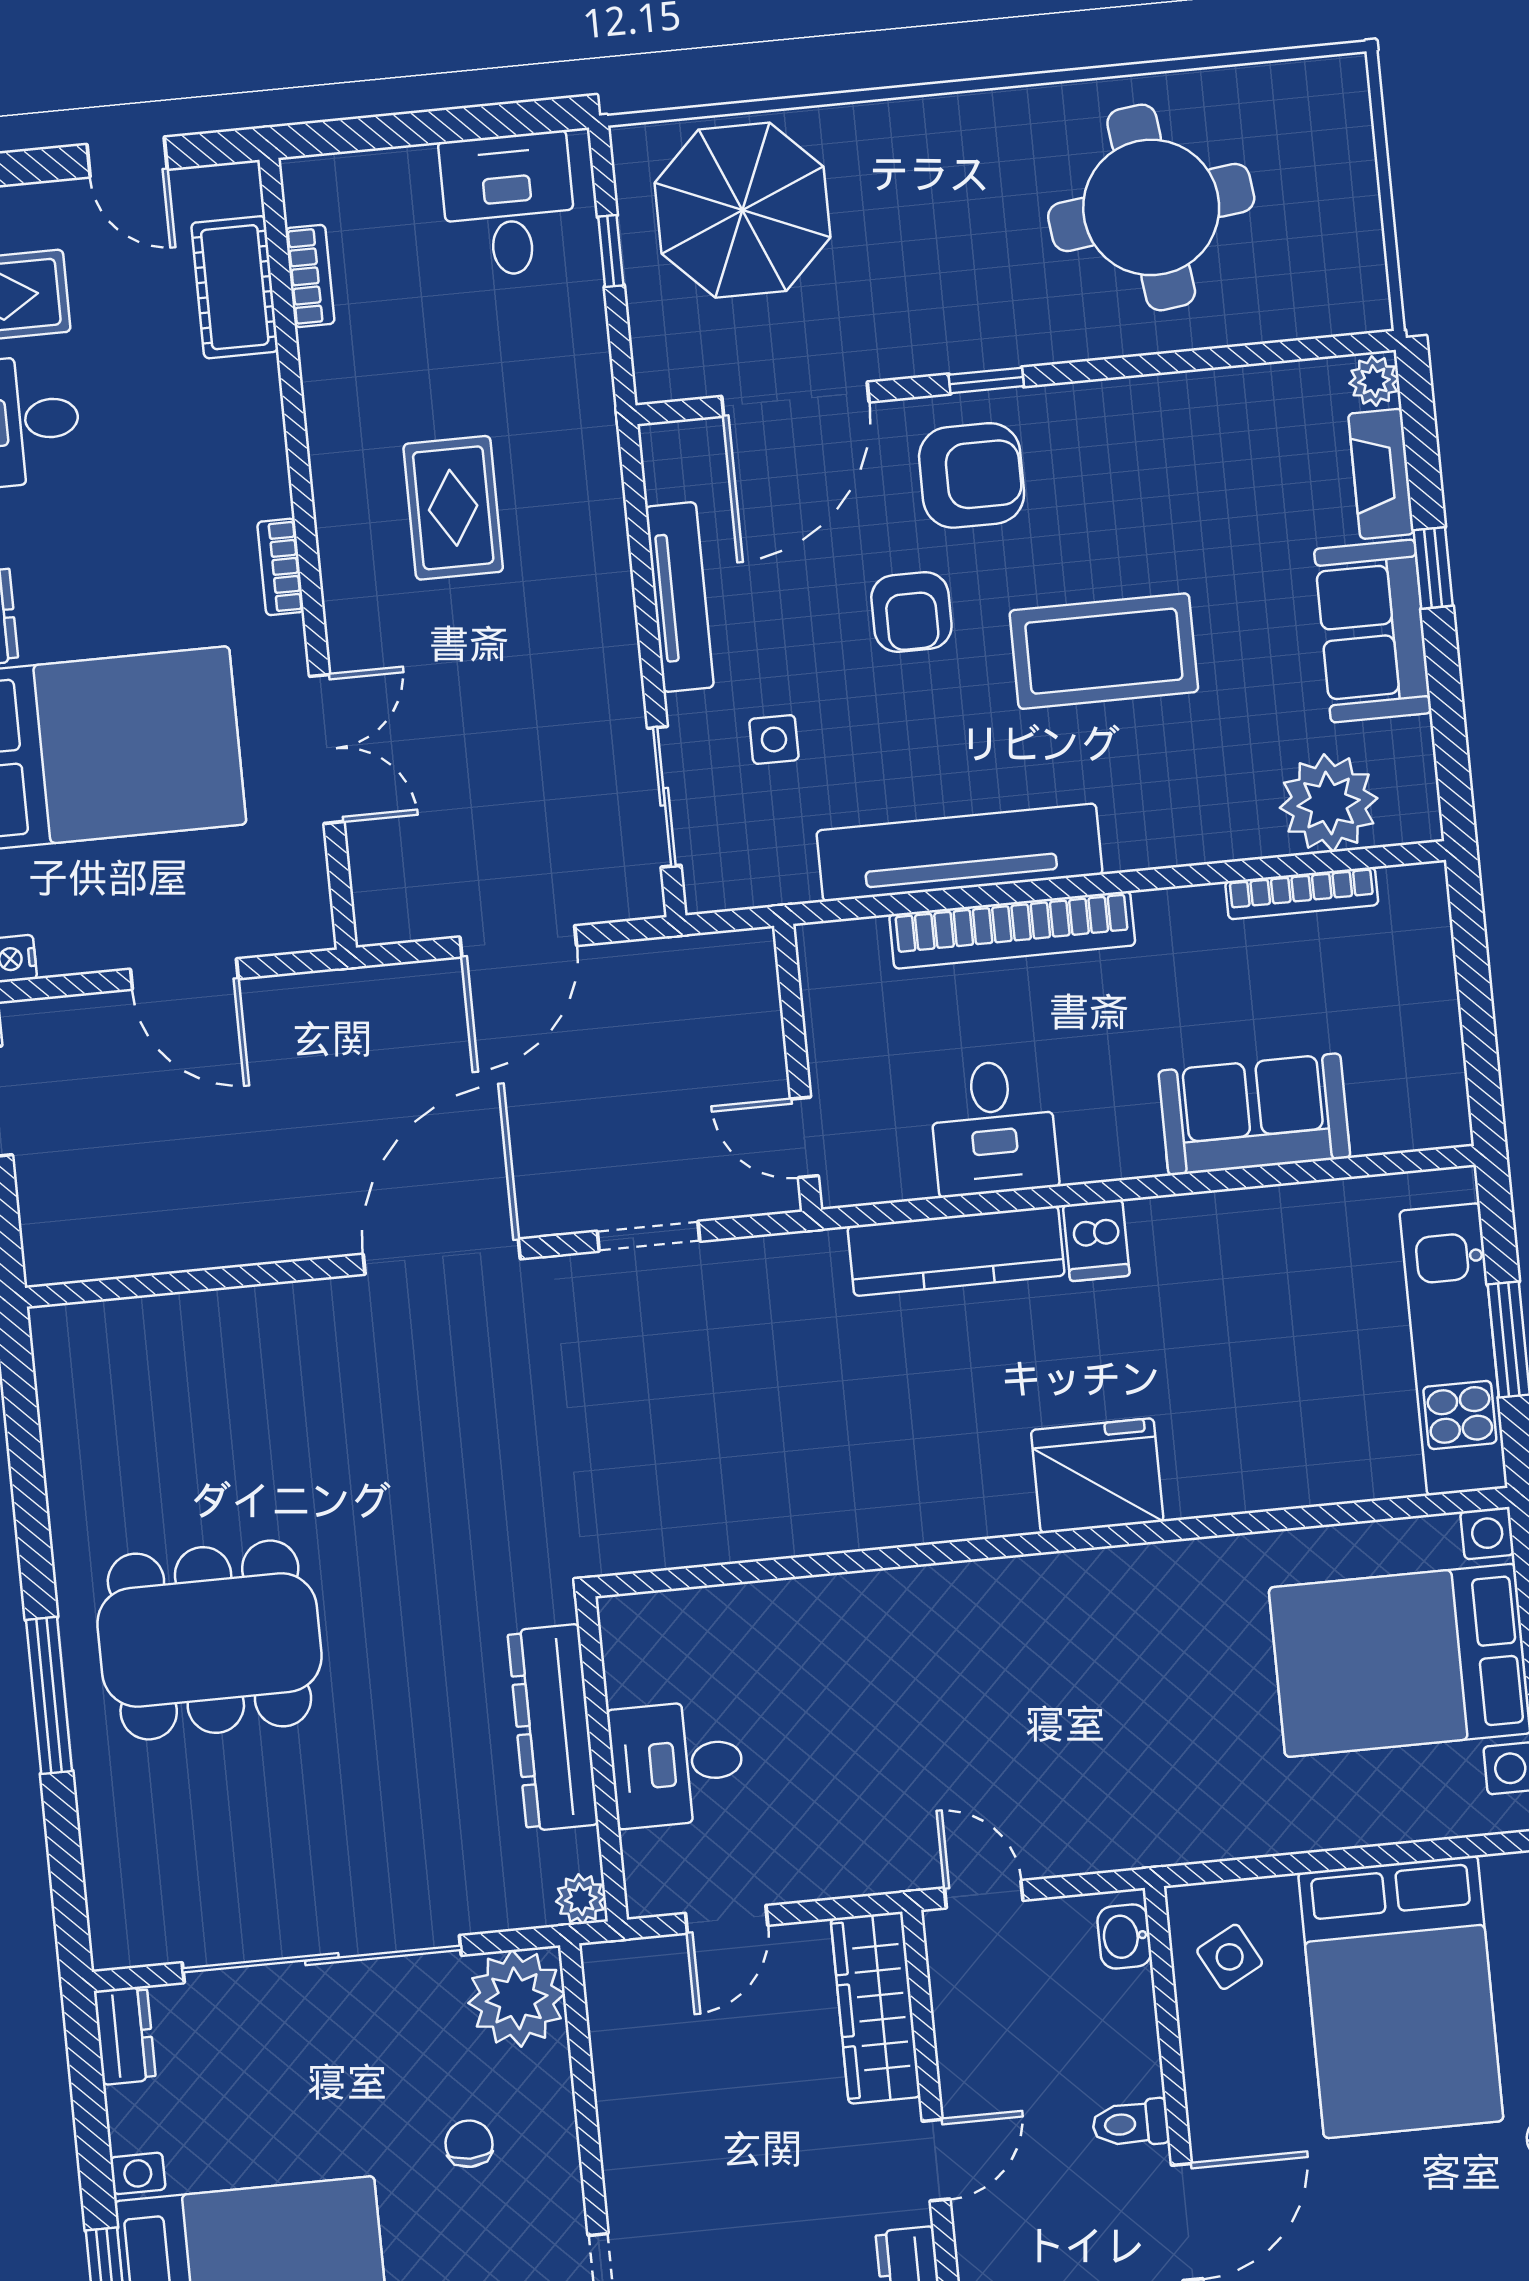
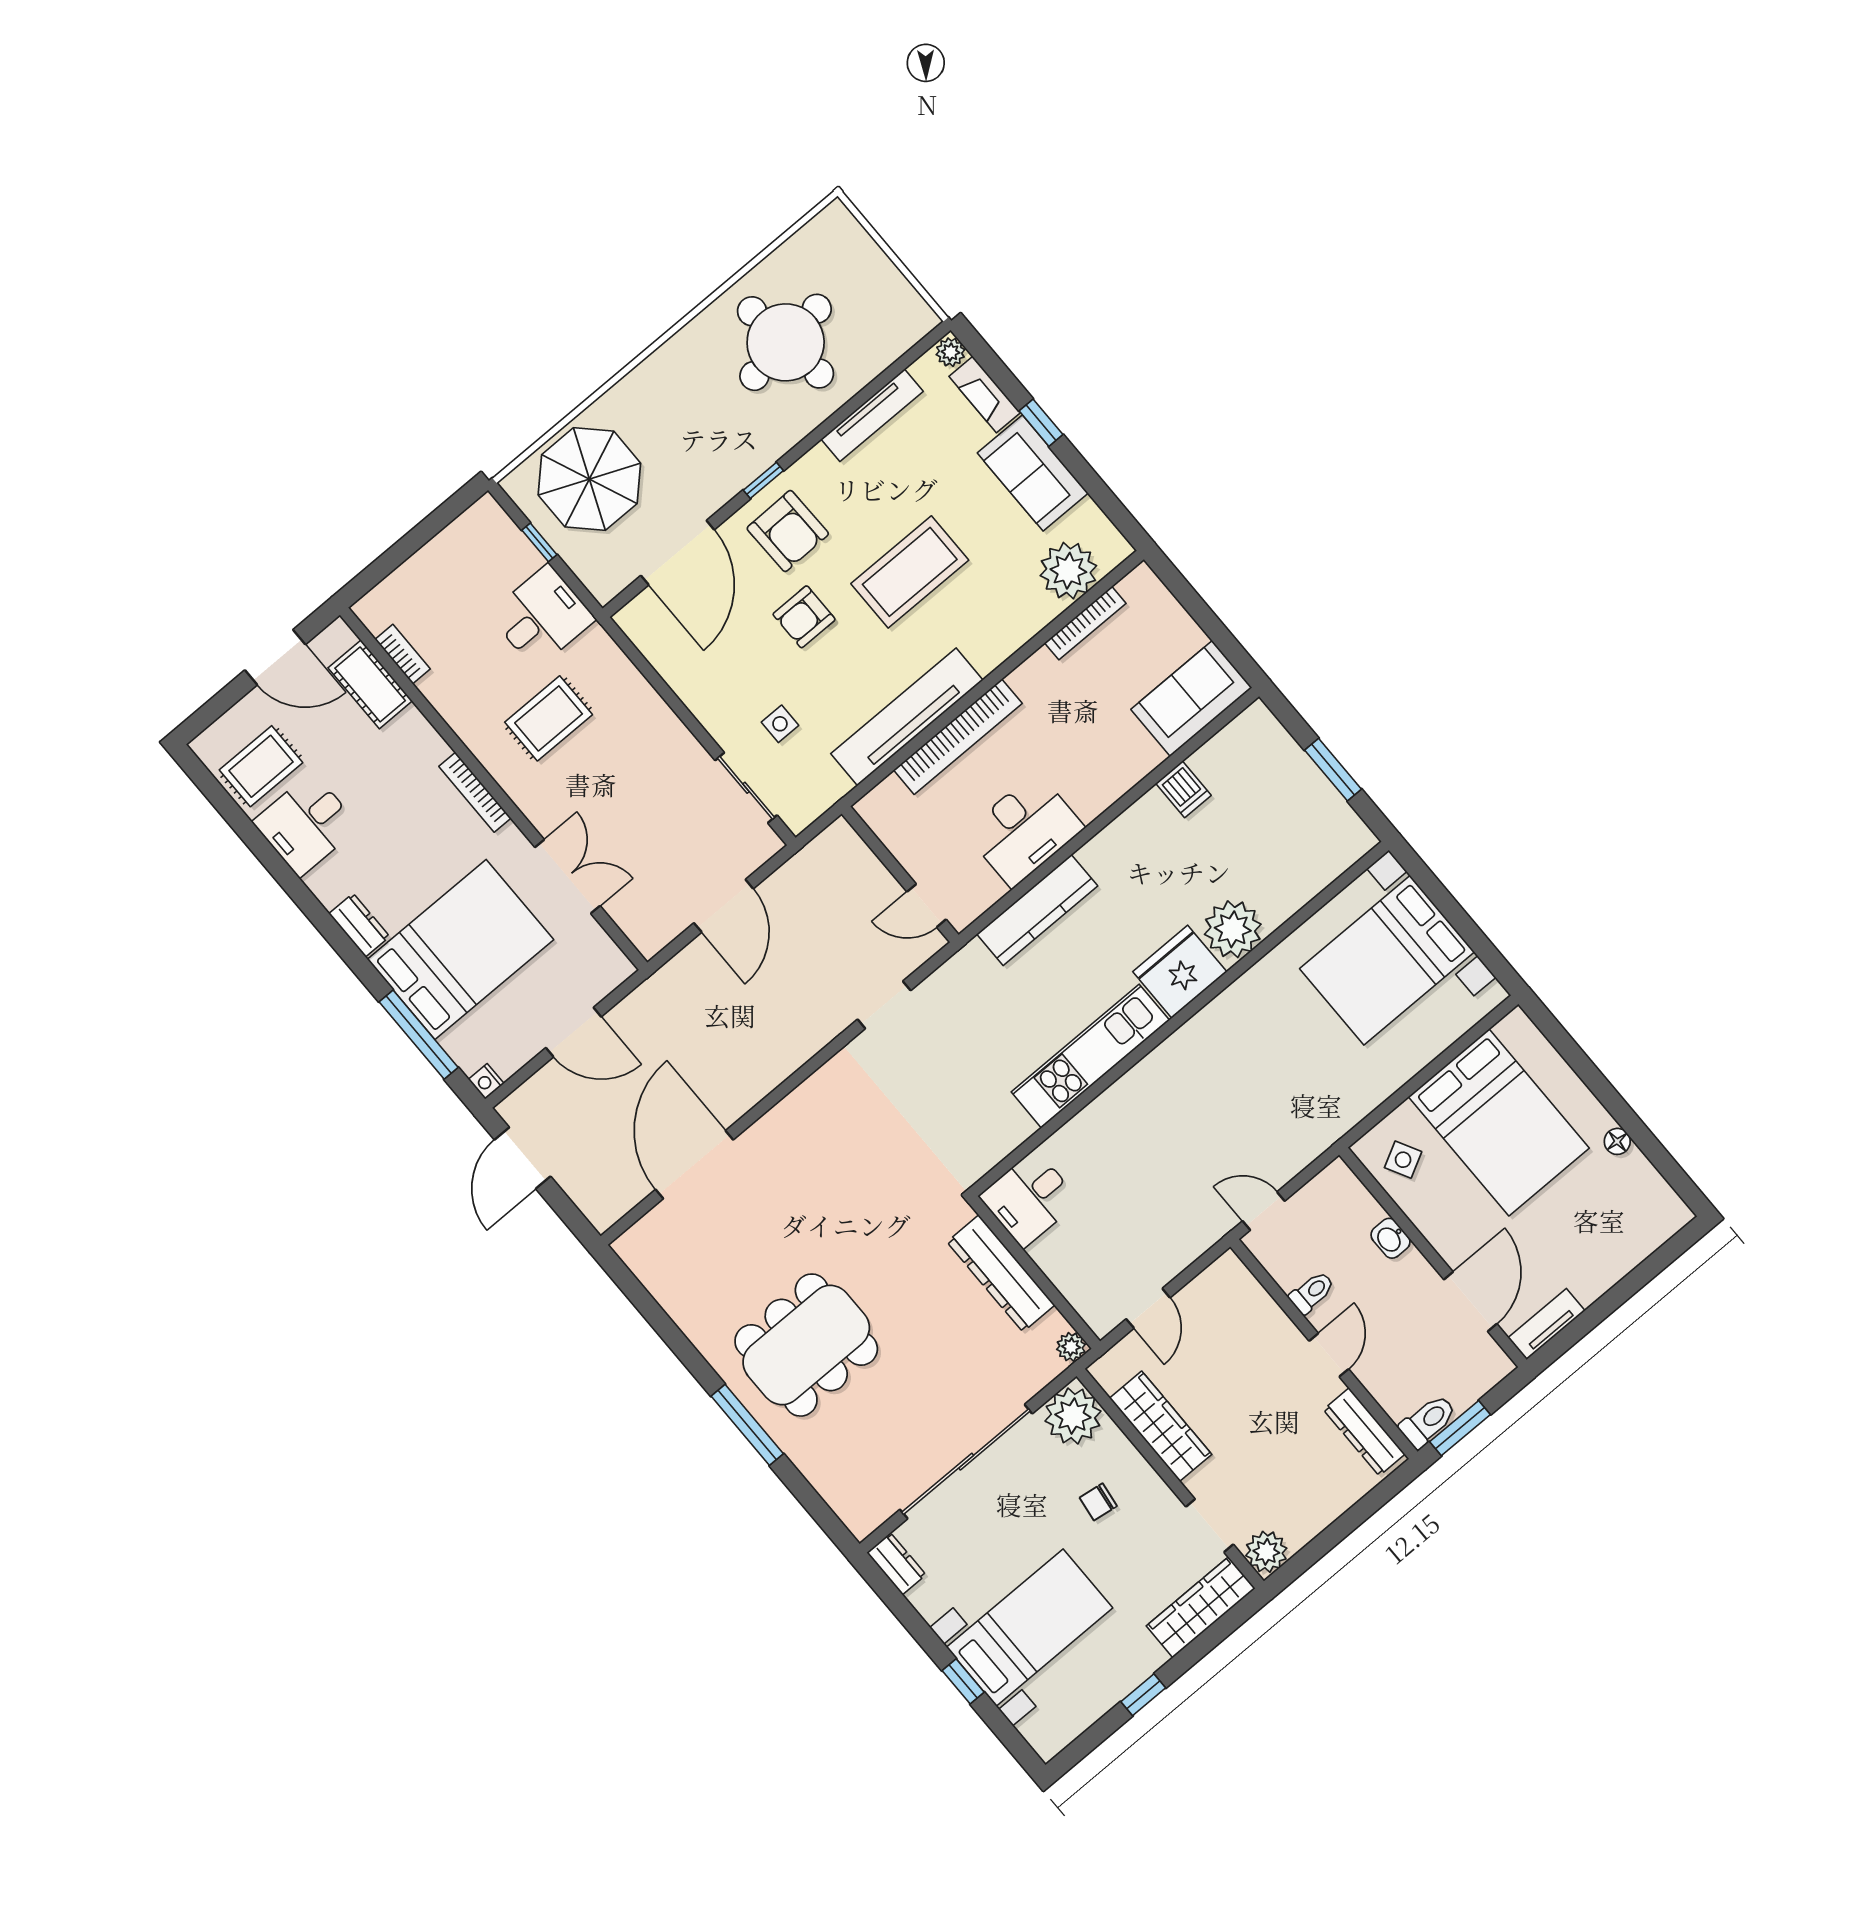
door: (127, 157) -> (275, 657), width x1.38
desk: (508, 205) -> (542, 617), moved, turned 90
armchair: (972, 475) -> (788, 531), turned 89
rug: (453, 508) -> (549, 718), turned 90
bookcase: (281, 567) -> (475, 792), width x1.56
tv unit: (680, 597) -> (872, 415), moved, turned 90
armchair: (911, 612) -> (804, 617), turned 90
sofa: (1254, 1114) -> (1191, 699), moved
desk: (993, 1128) -> (1024, 830), width x1.37
dishwasher: (1096, 1240) -> (1183, 789), moved
door: (442, 1257) -> (694, 1165), moved
kitchen unit: (1453, 1349) -> (1090, 1056), moved, turned 90
plant: (1213, 1467) -> (1233, 929), added
desk: (677, 1764) -> (1029, 1199), moved
washbasin: (1124, 1936) -> (1391, 1238), moved
wardrobe: (876, 2008) -> (1161, 1426), moved, turned 180
toilet: (1131, 2124) -> (1312, 1292), moved, turned 180
chair: (469, 2144) -> (1098, 1502), turned -82

